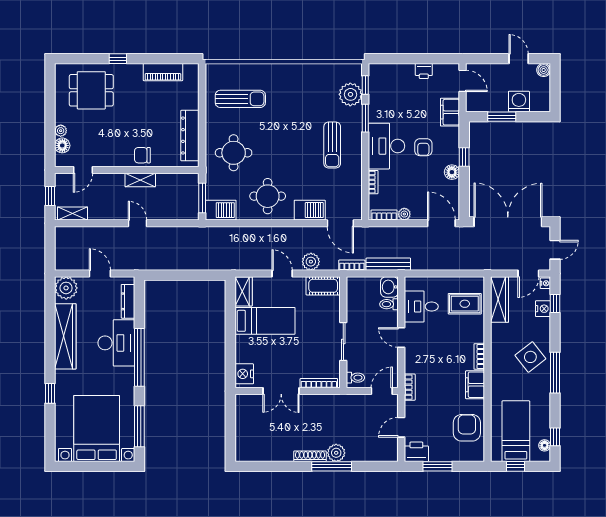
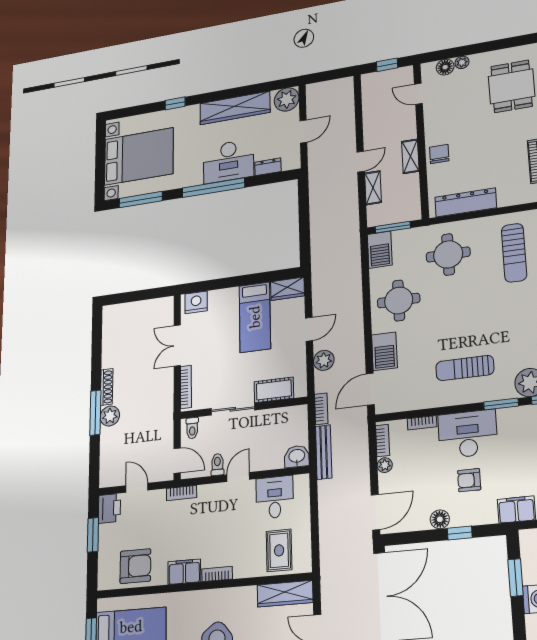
shelving: (73, 213) -> (373, 188), moved
cot: (323, 286) -> (274, 390), moved, turned 90
dresser: (128, 301) -> (268, 167), width x0.70
toilet: (389, 304) -> (217, 465), moved

